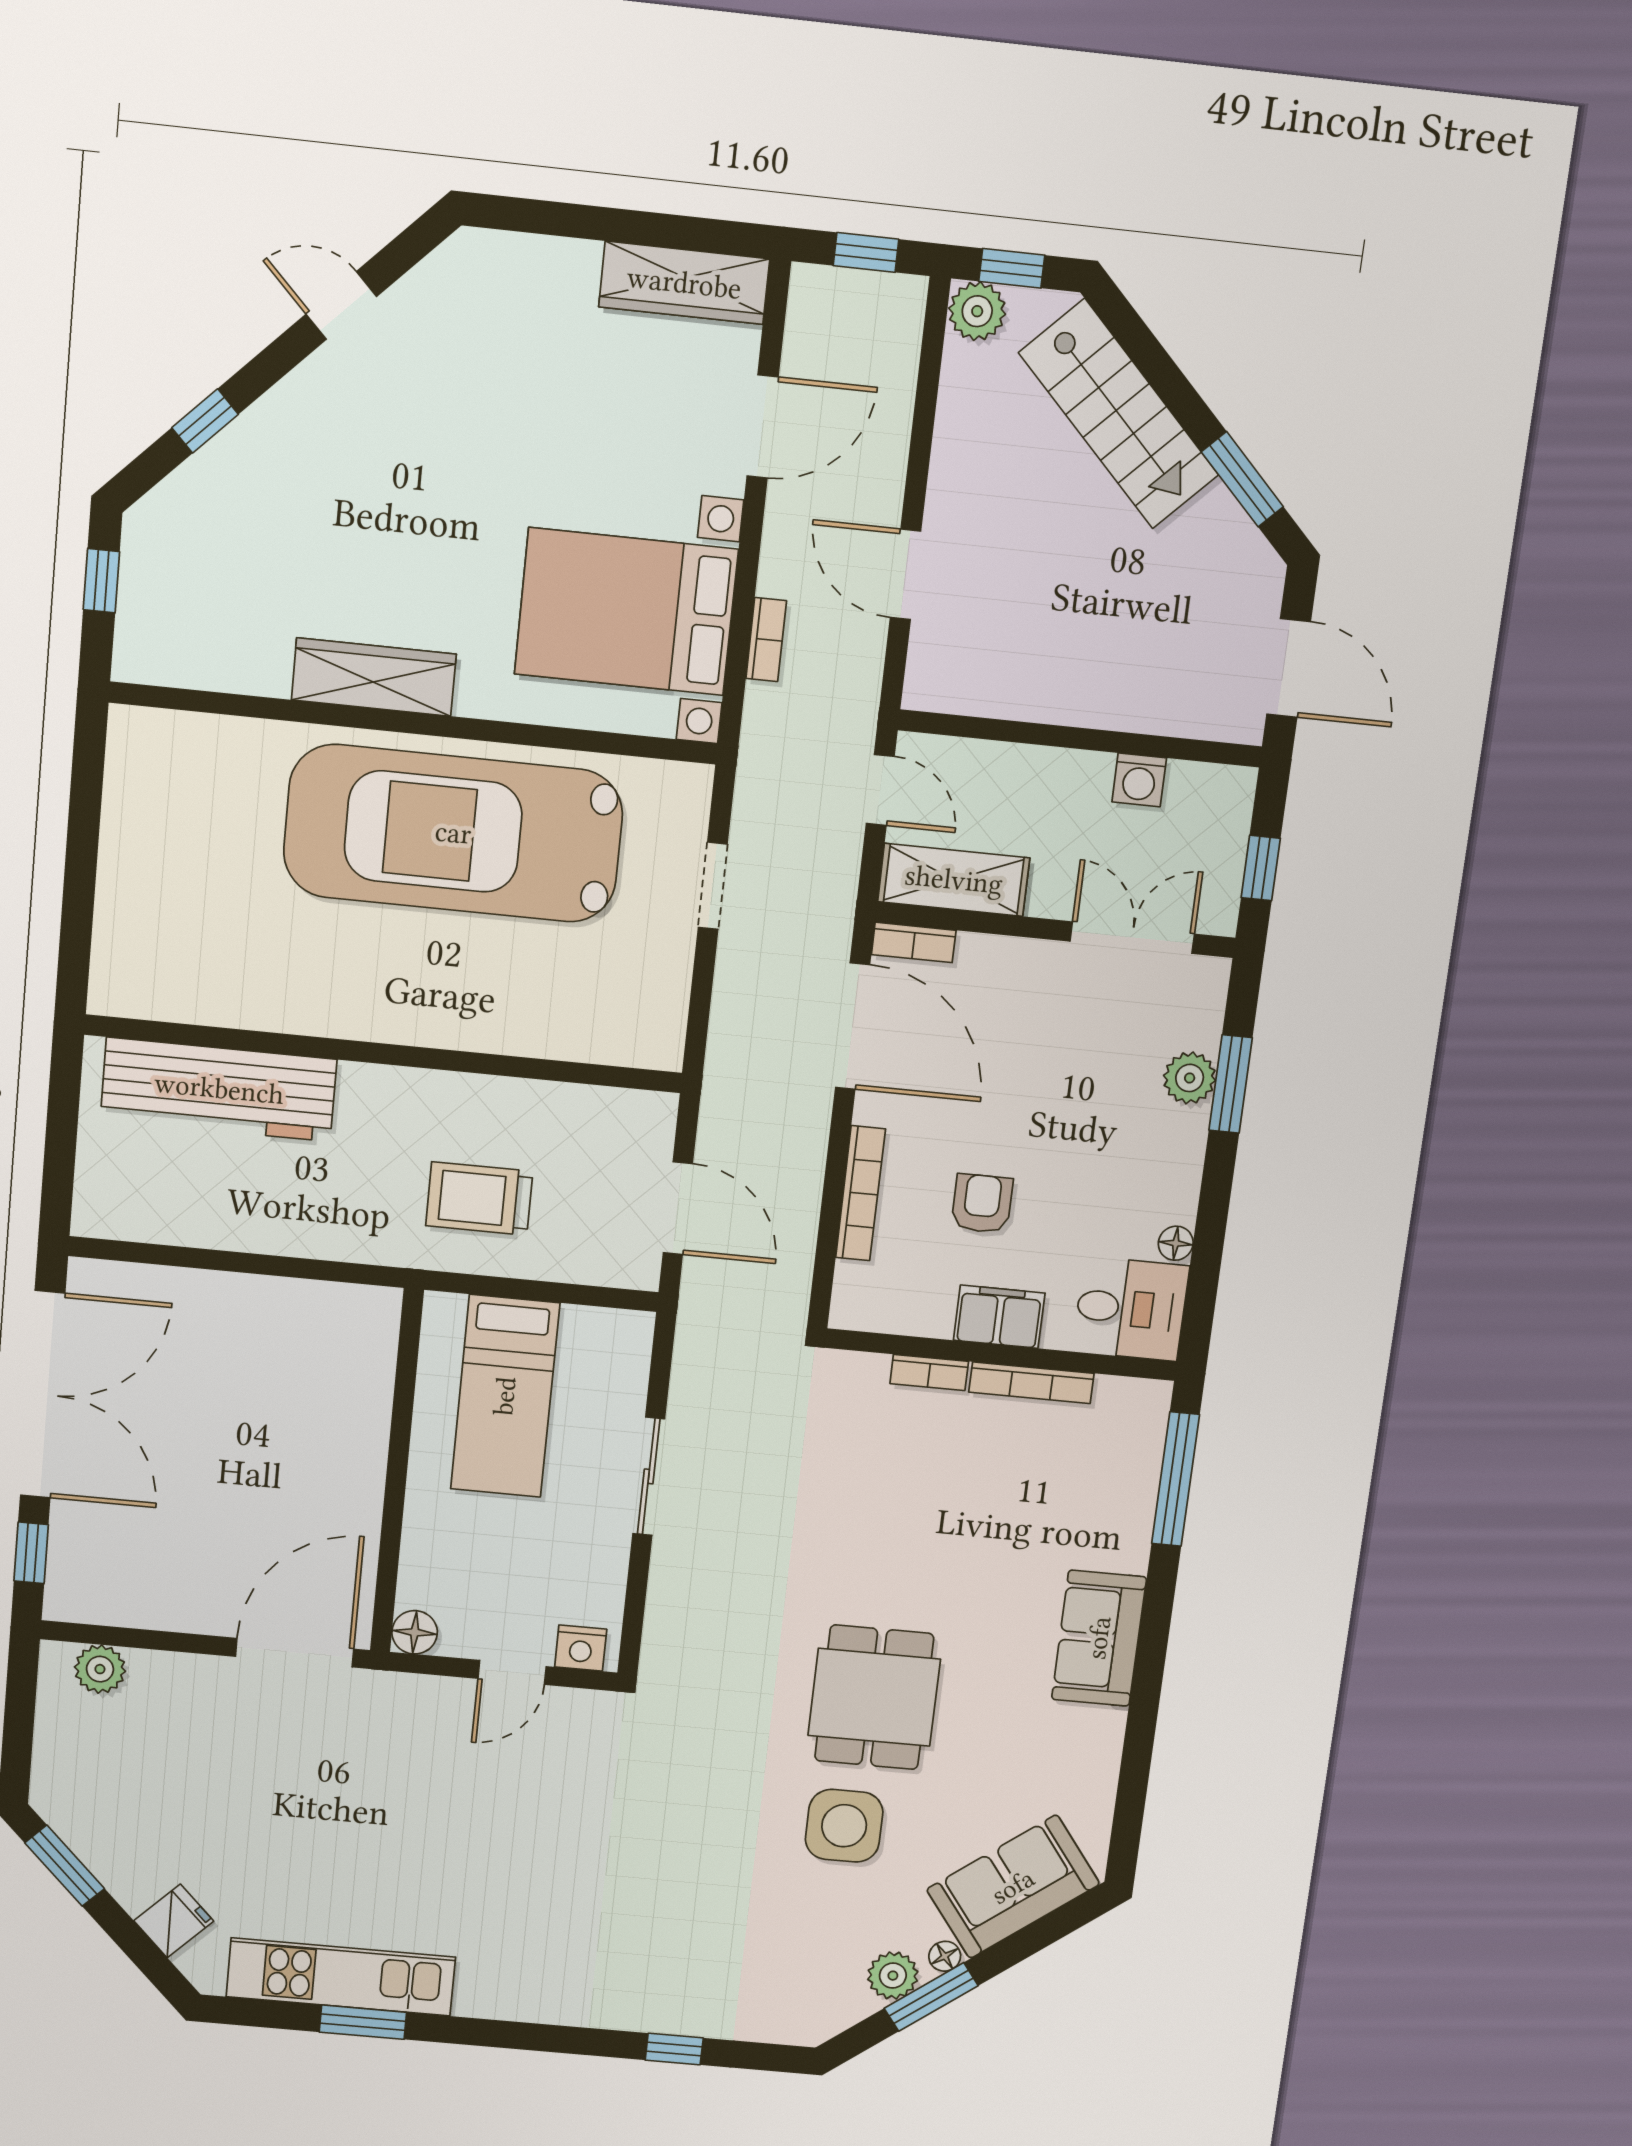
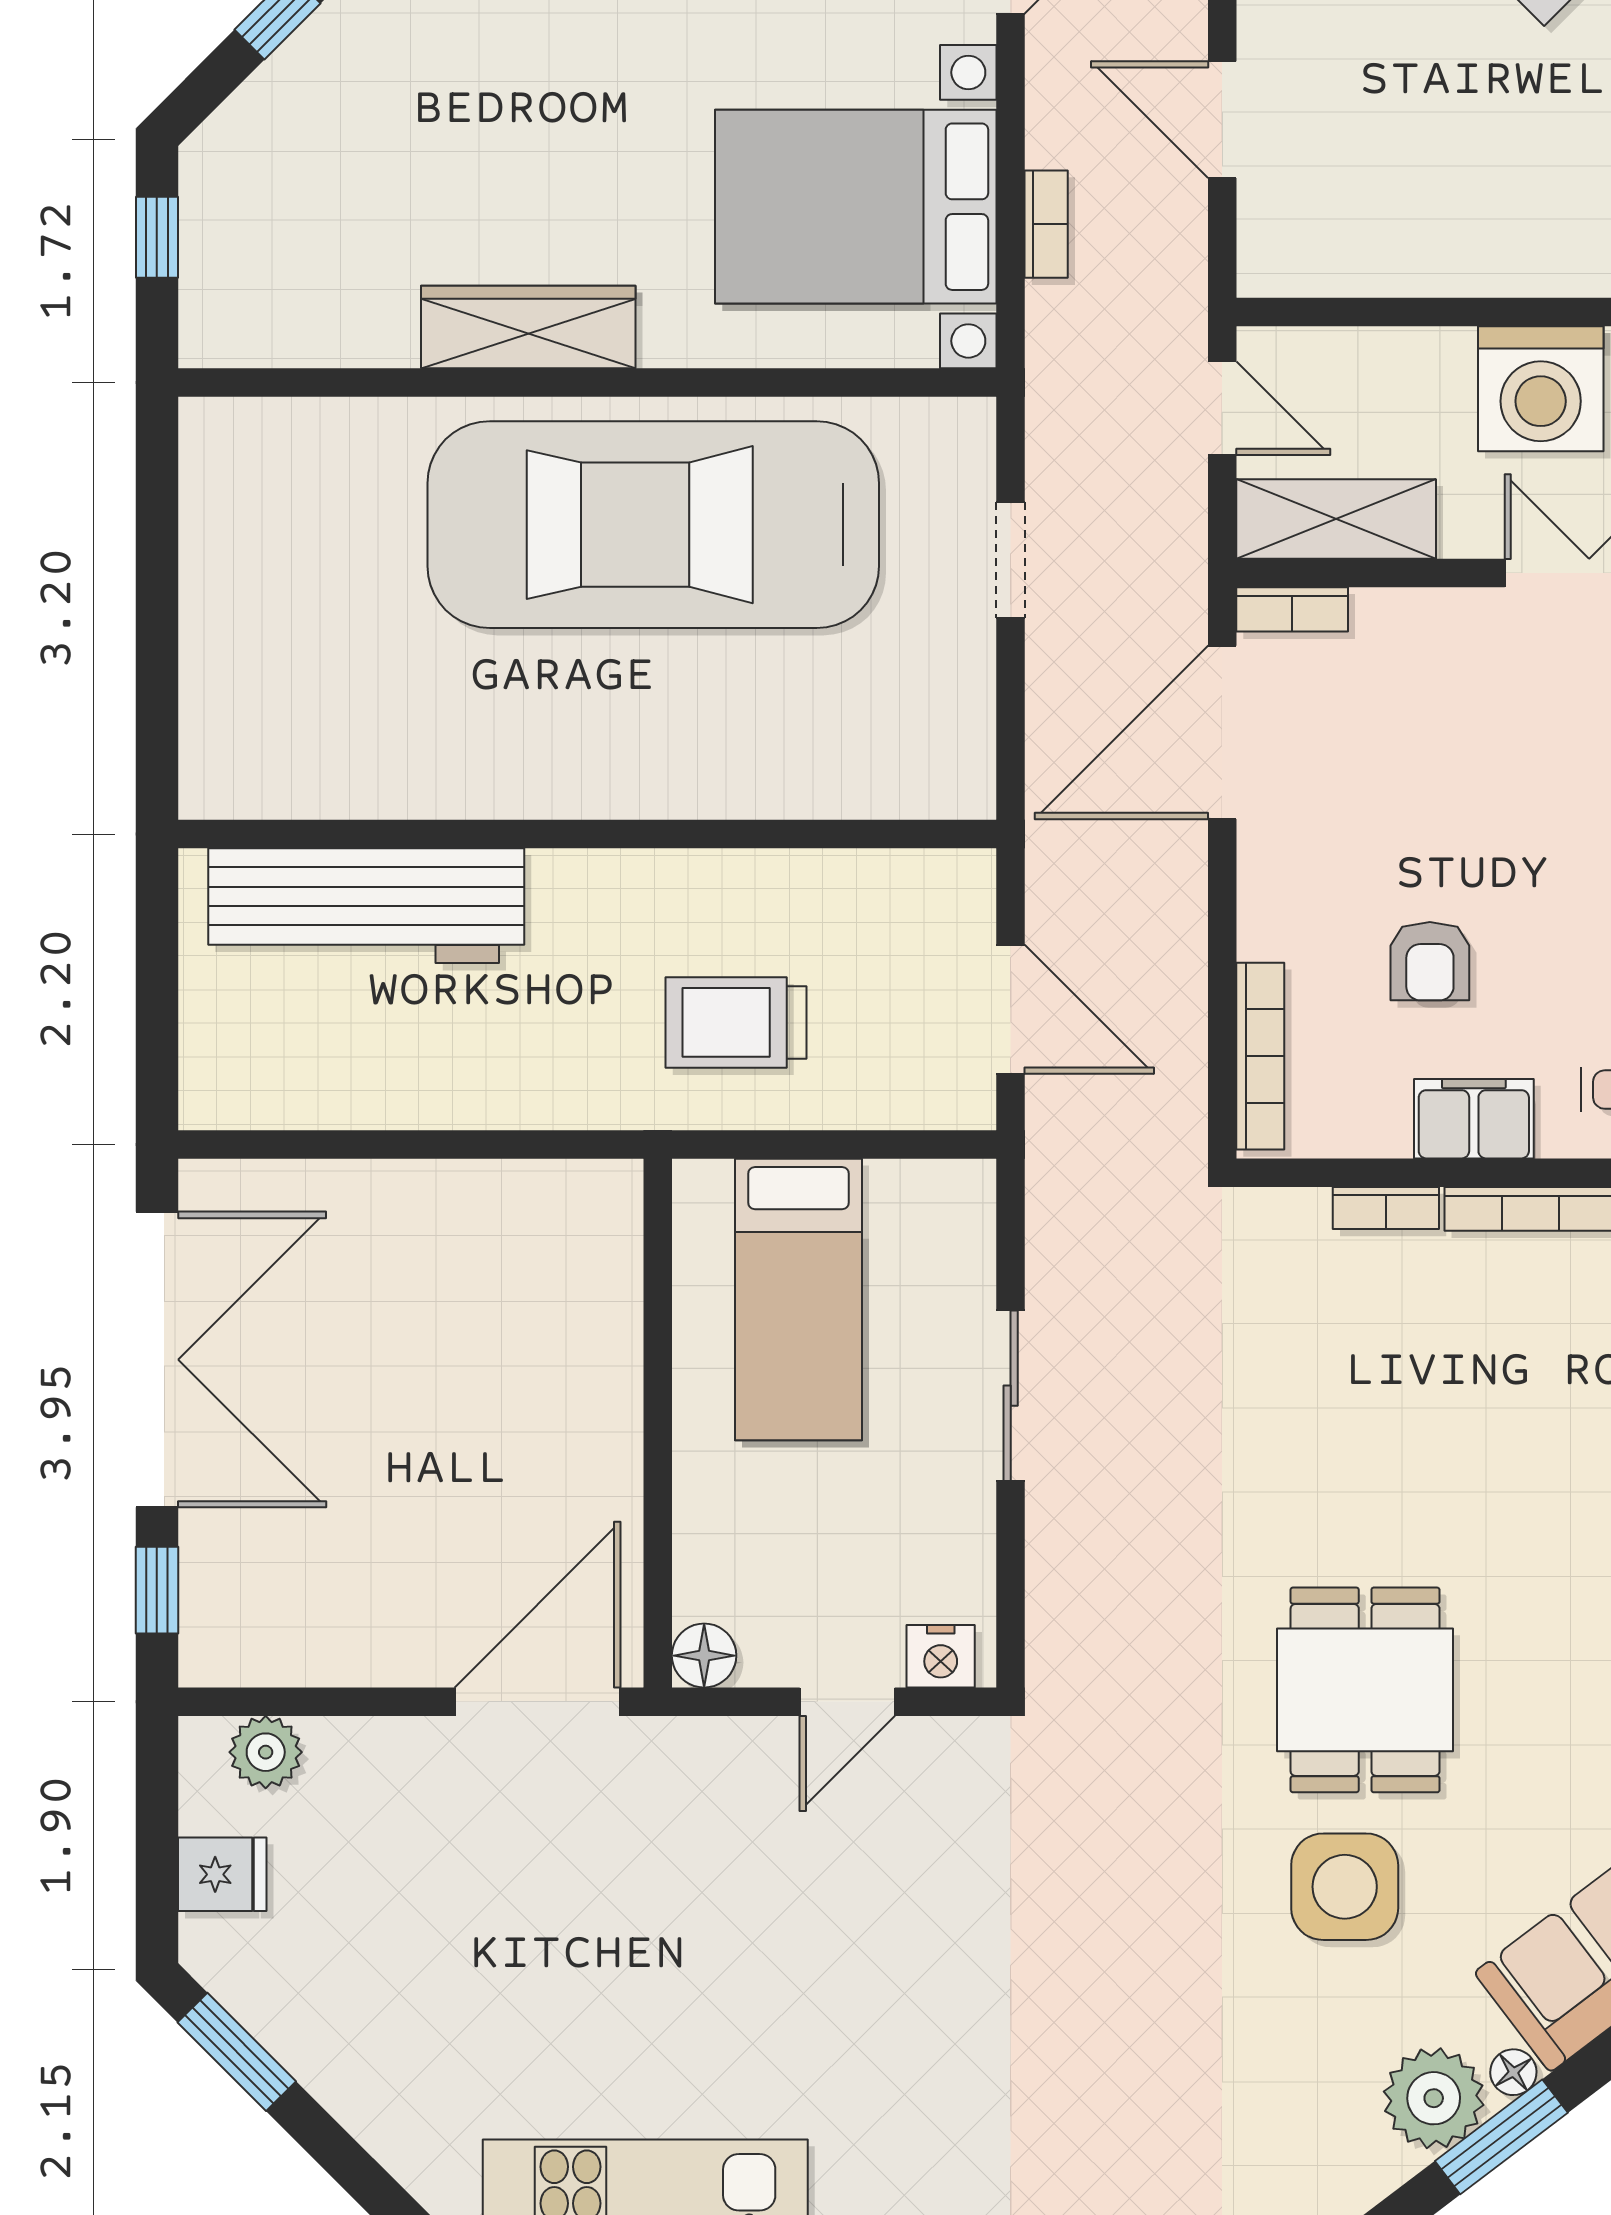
washing machine: (1139, 780) -> (1541, 389), width x1.89, depth x1.89
door: (853, 1026) -> (1222, 732), swing flipped
bookcase: (860, 1193) -> (1260, 1056), moved
armchair: (982, 1204) -> (1430, 961), turned 180
fridge: (174, 1921) -> (222, 1874), moved, turned 45
plant: (893, 1976) -> (1434, 2098), width x1.36, depth x1.36

